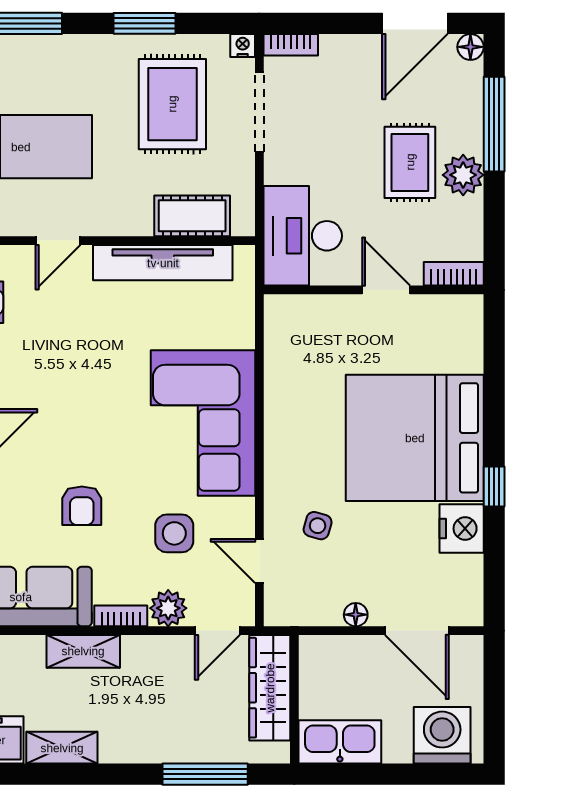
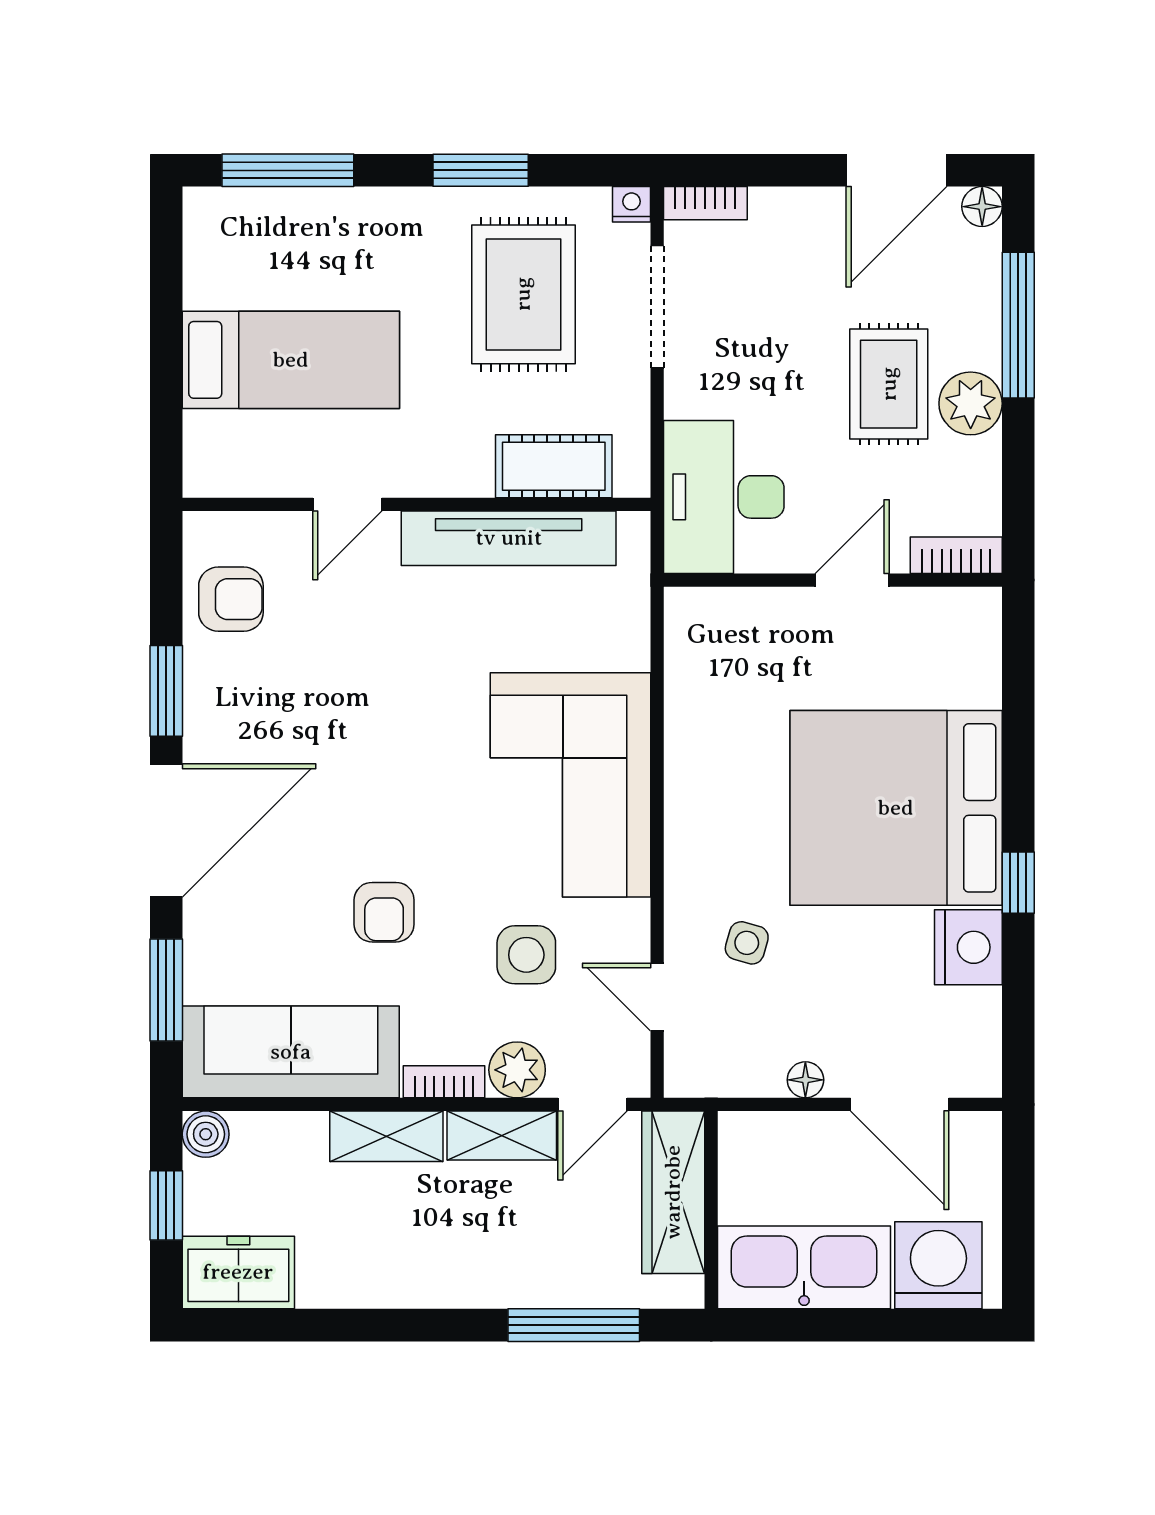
door: (386, 290) -> (852, 580), hinge flipped
kitchen sink: (340, 742) -> (804, 1267), width x1.36, depth x1.24
shelving: (62, 748) -> (502, 1136), moved

